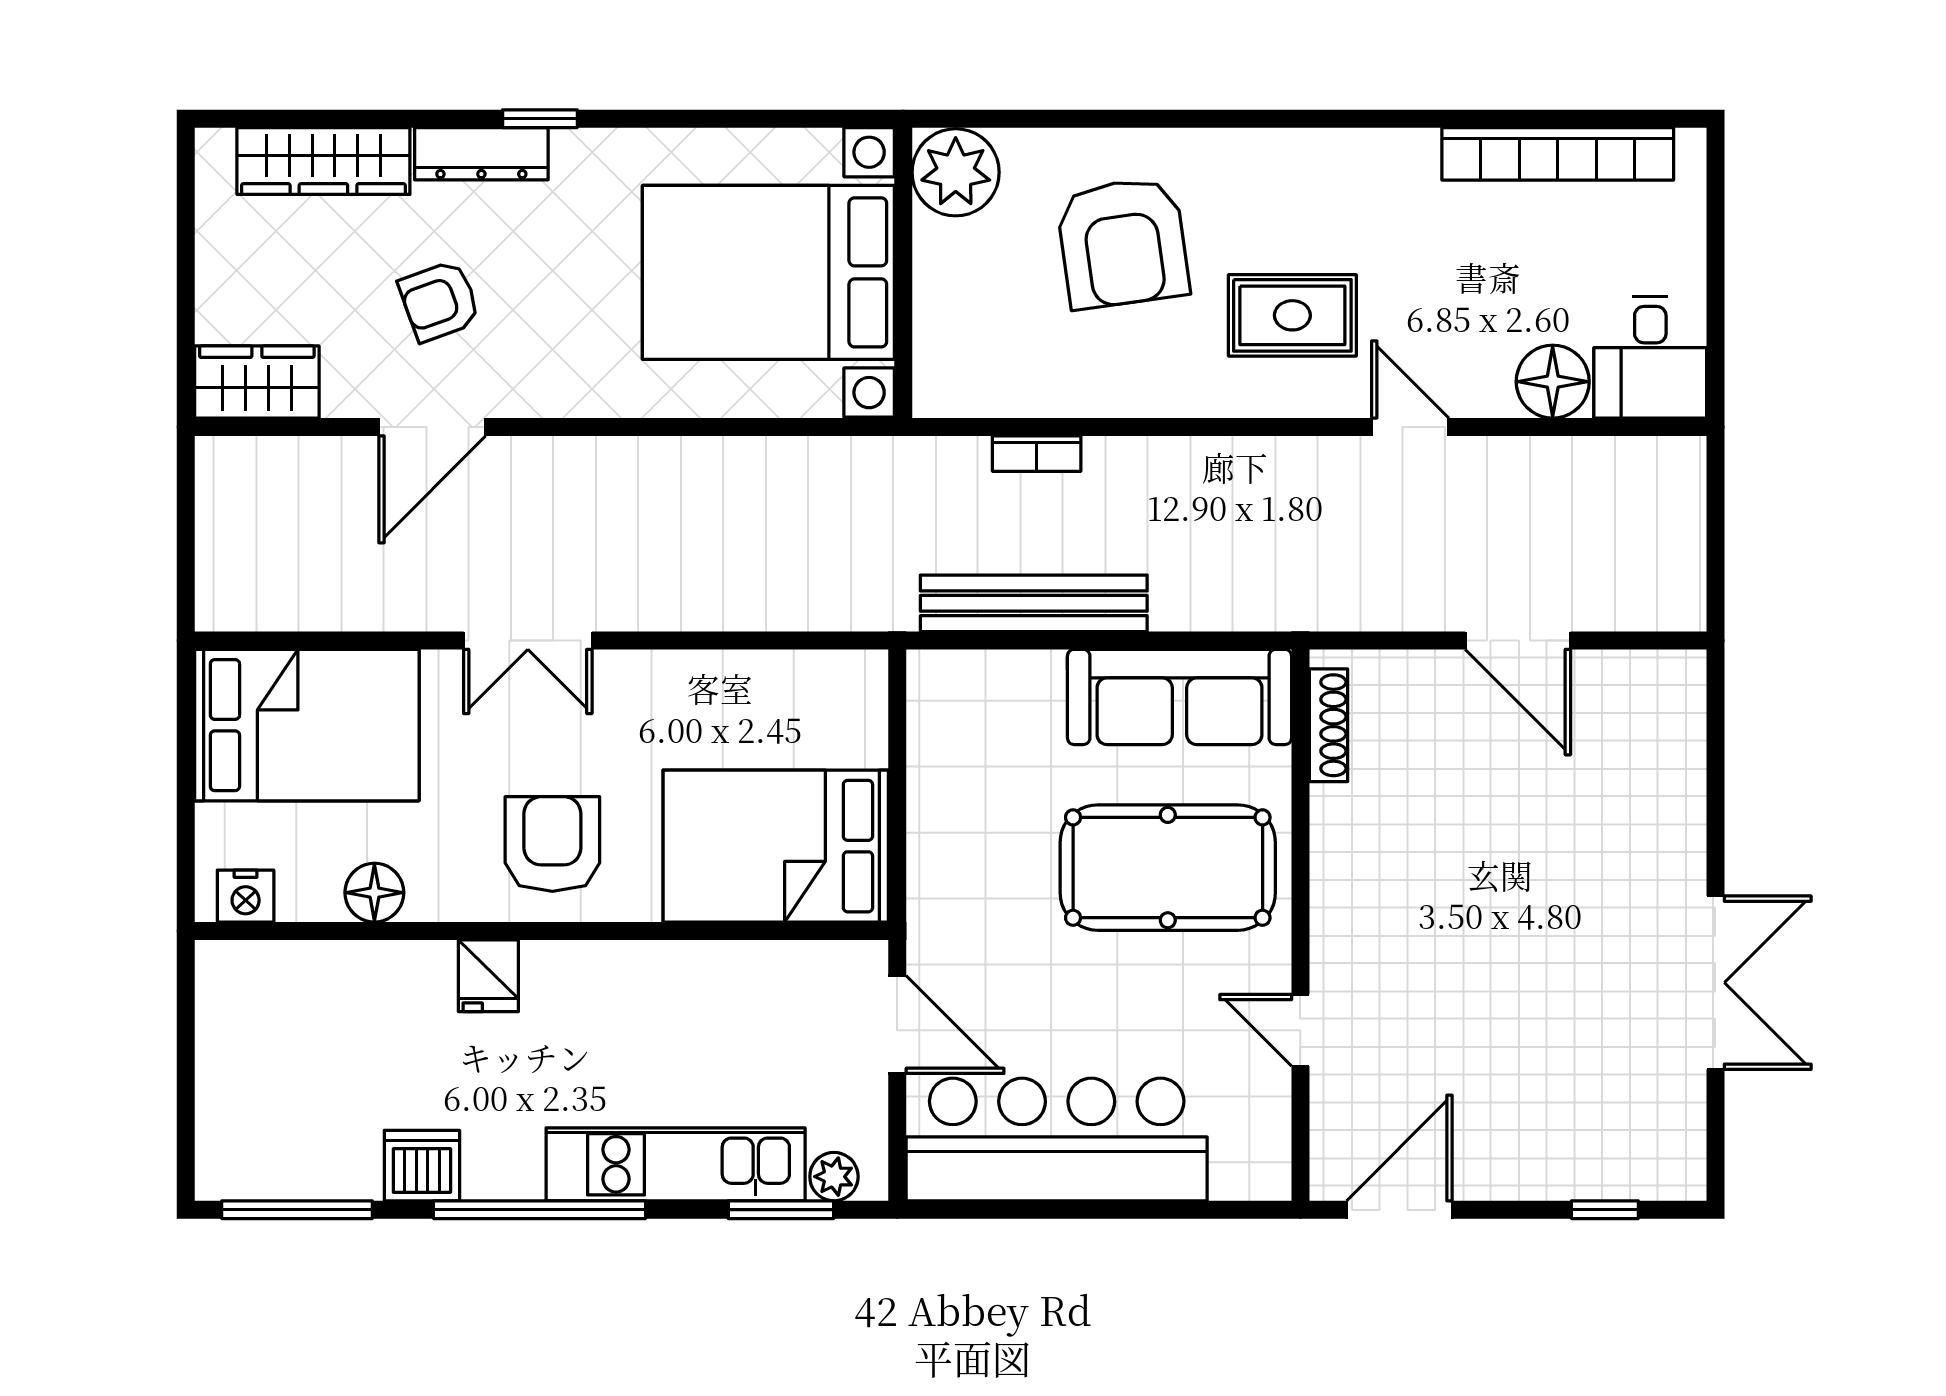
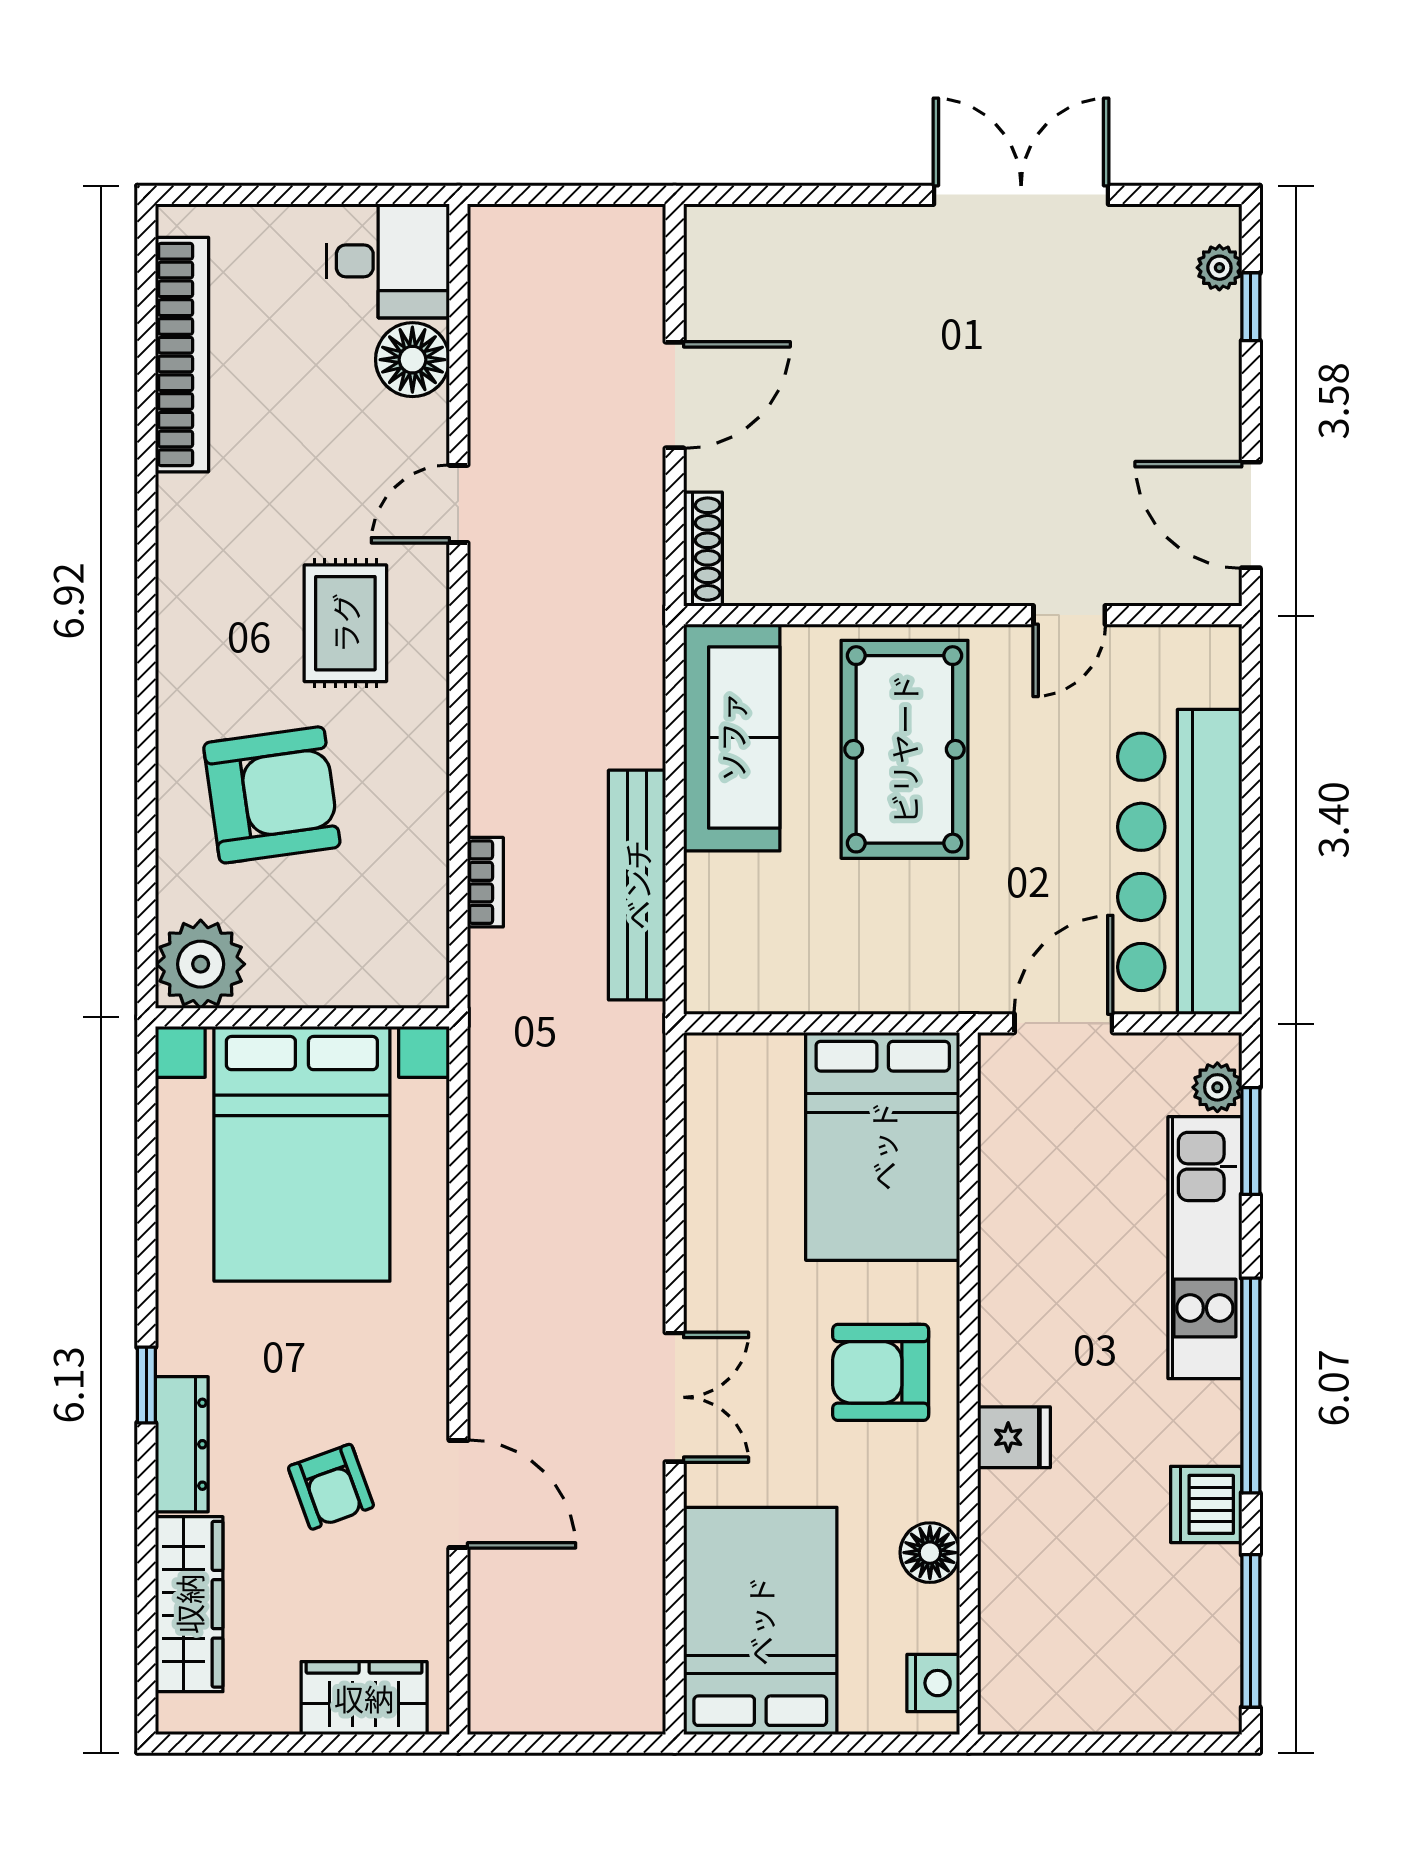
wardrobe: (257, 382) -> (364, 1698), moved, turned 90
shoe rack: (1328, 725) -> (703, 549), moved, turned 90
plant: (1644, 1179) -> (1219, 268), added

